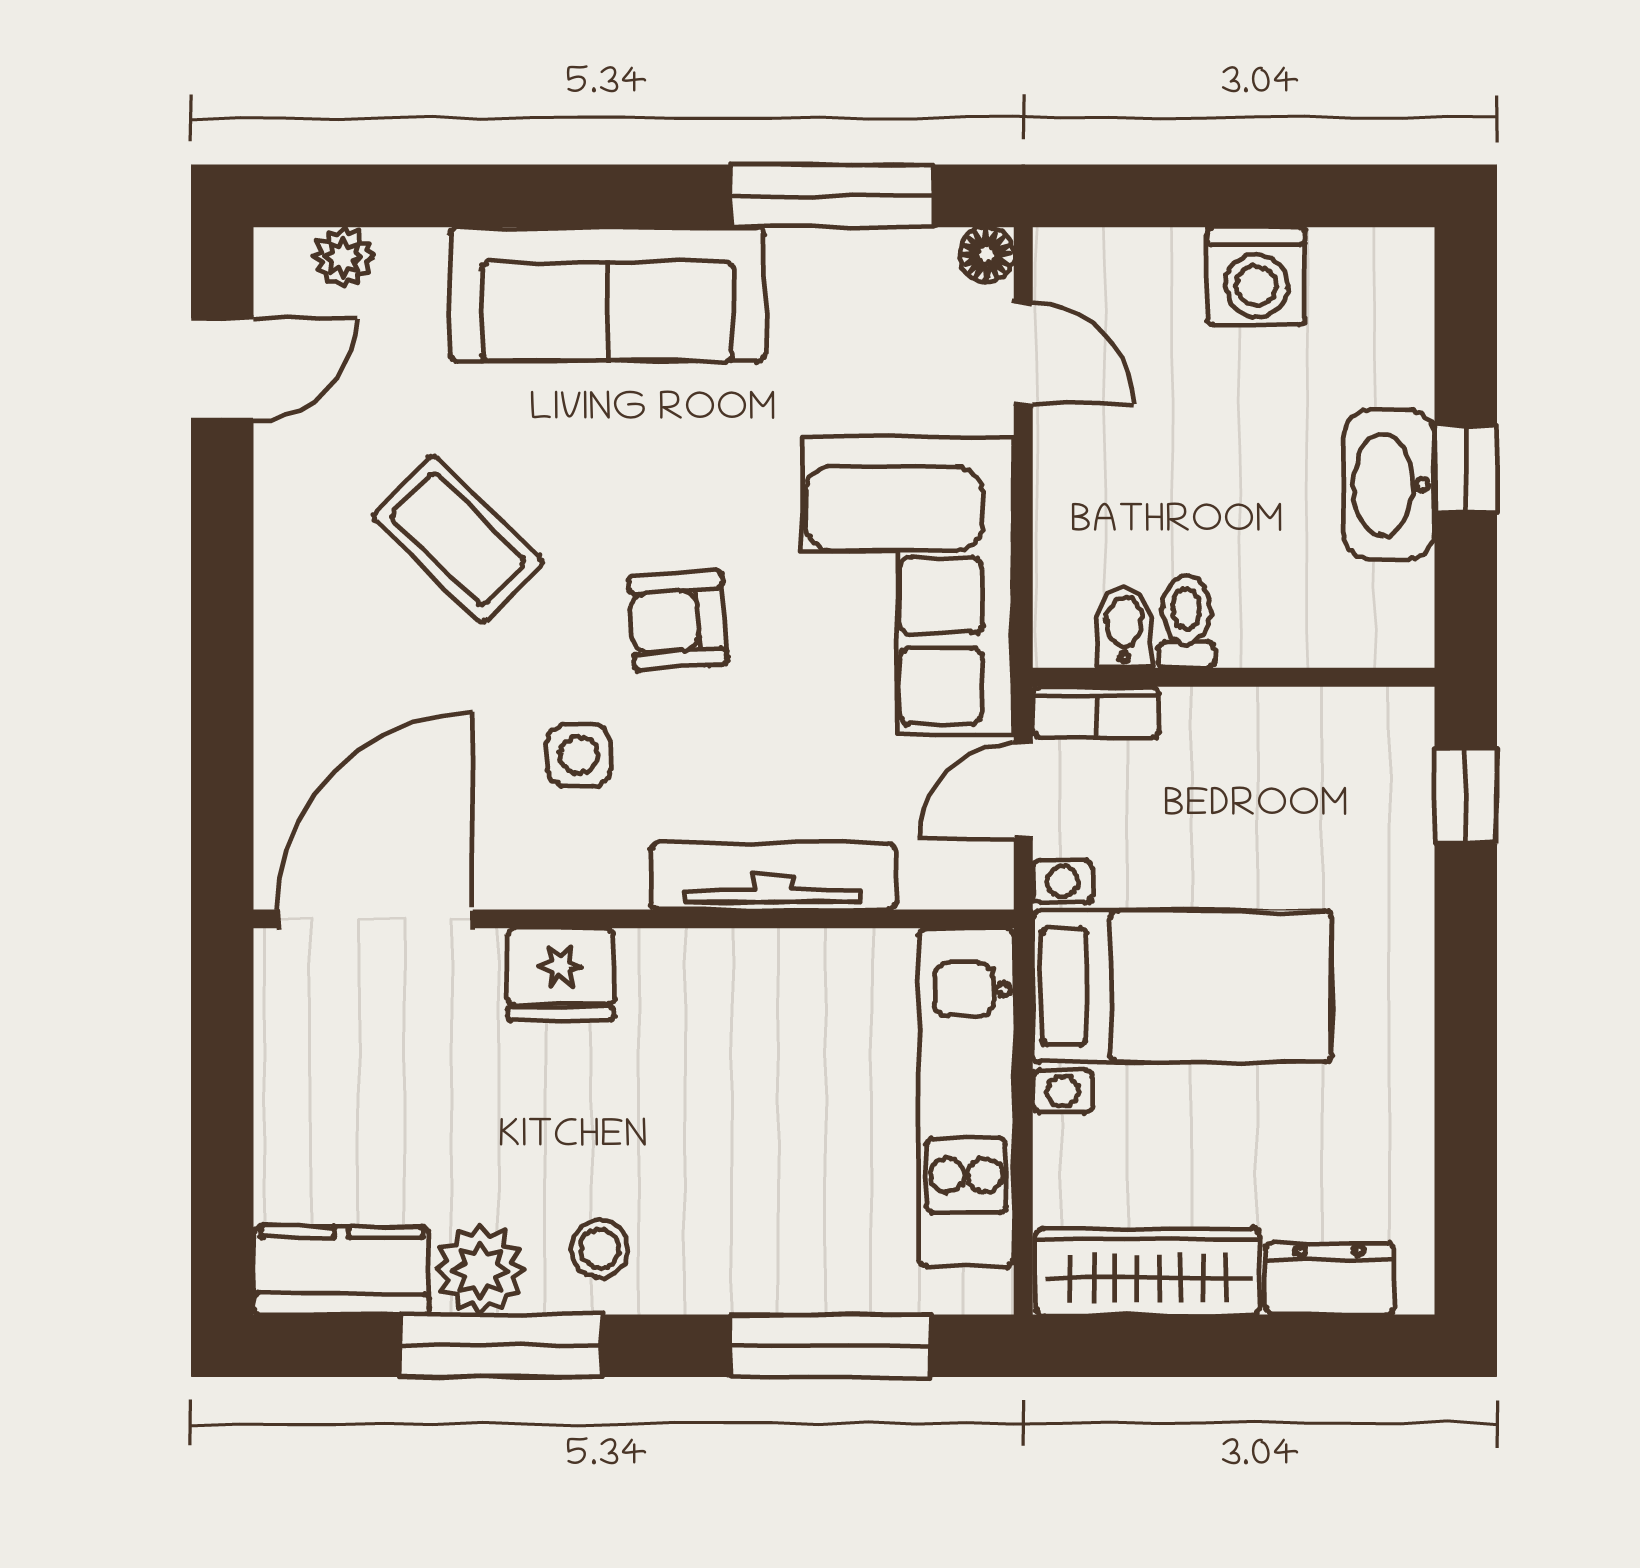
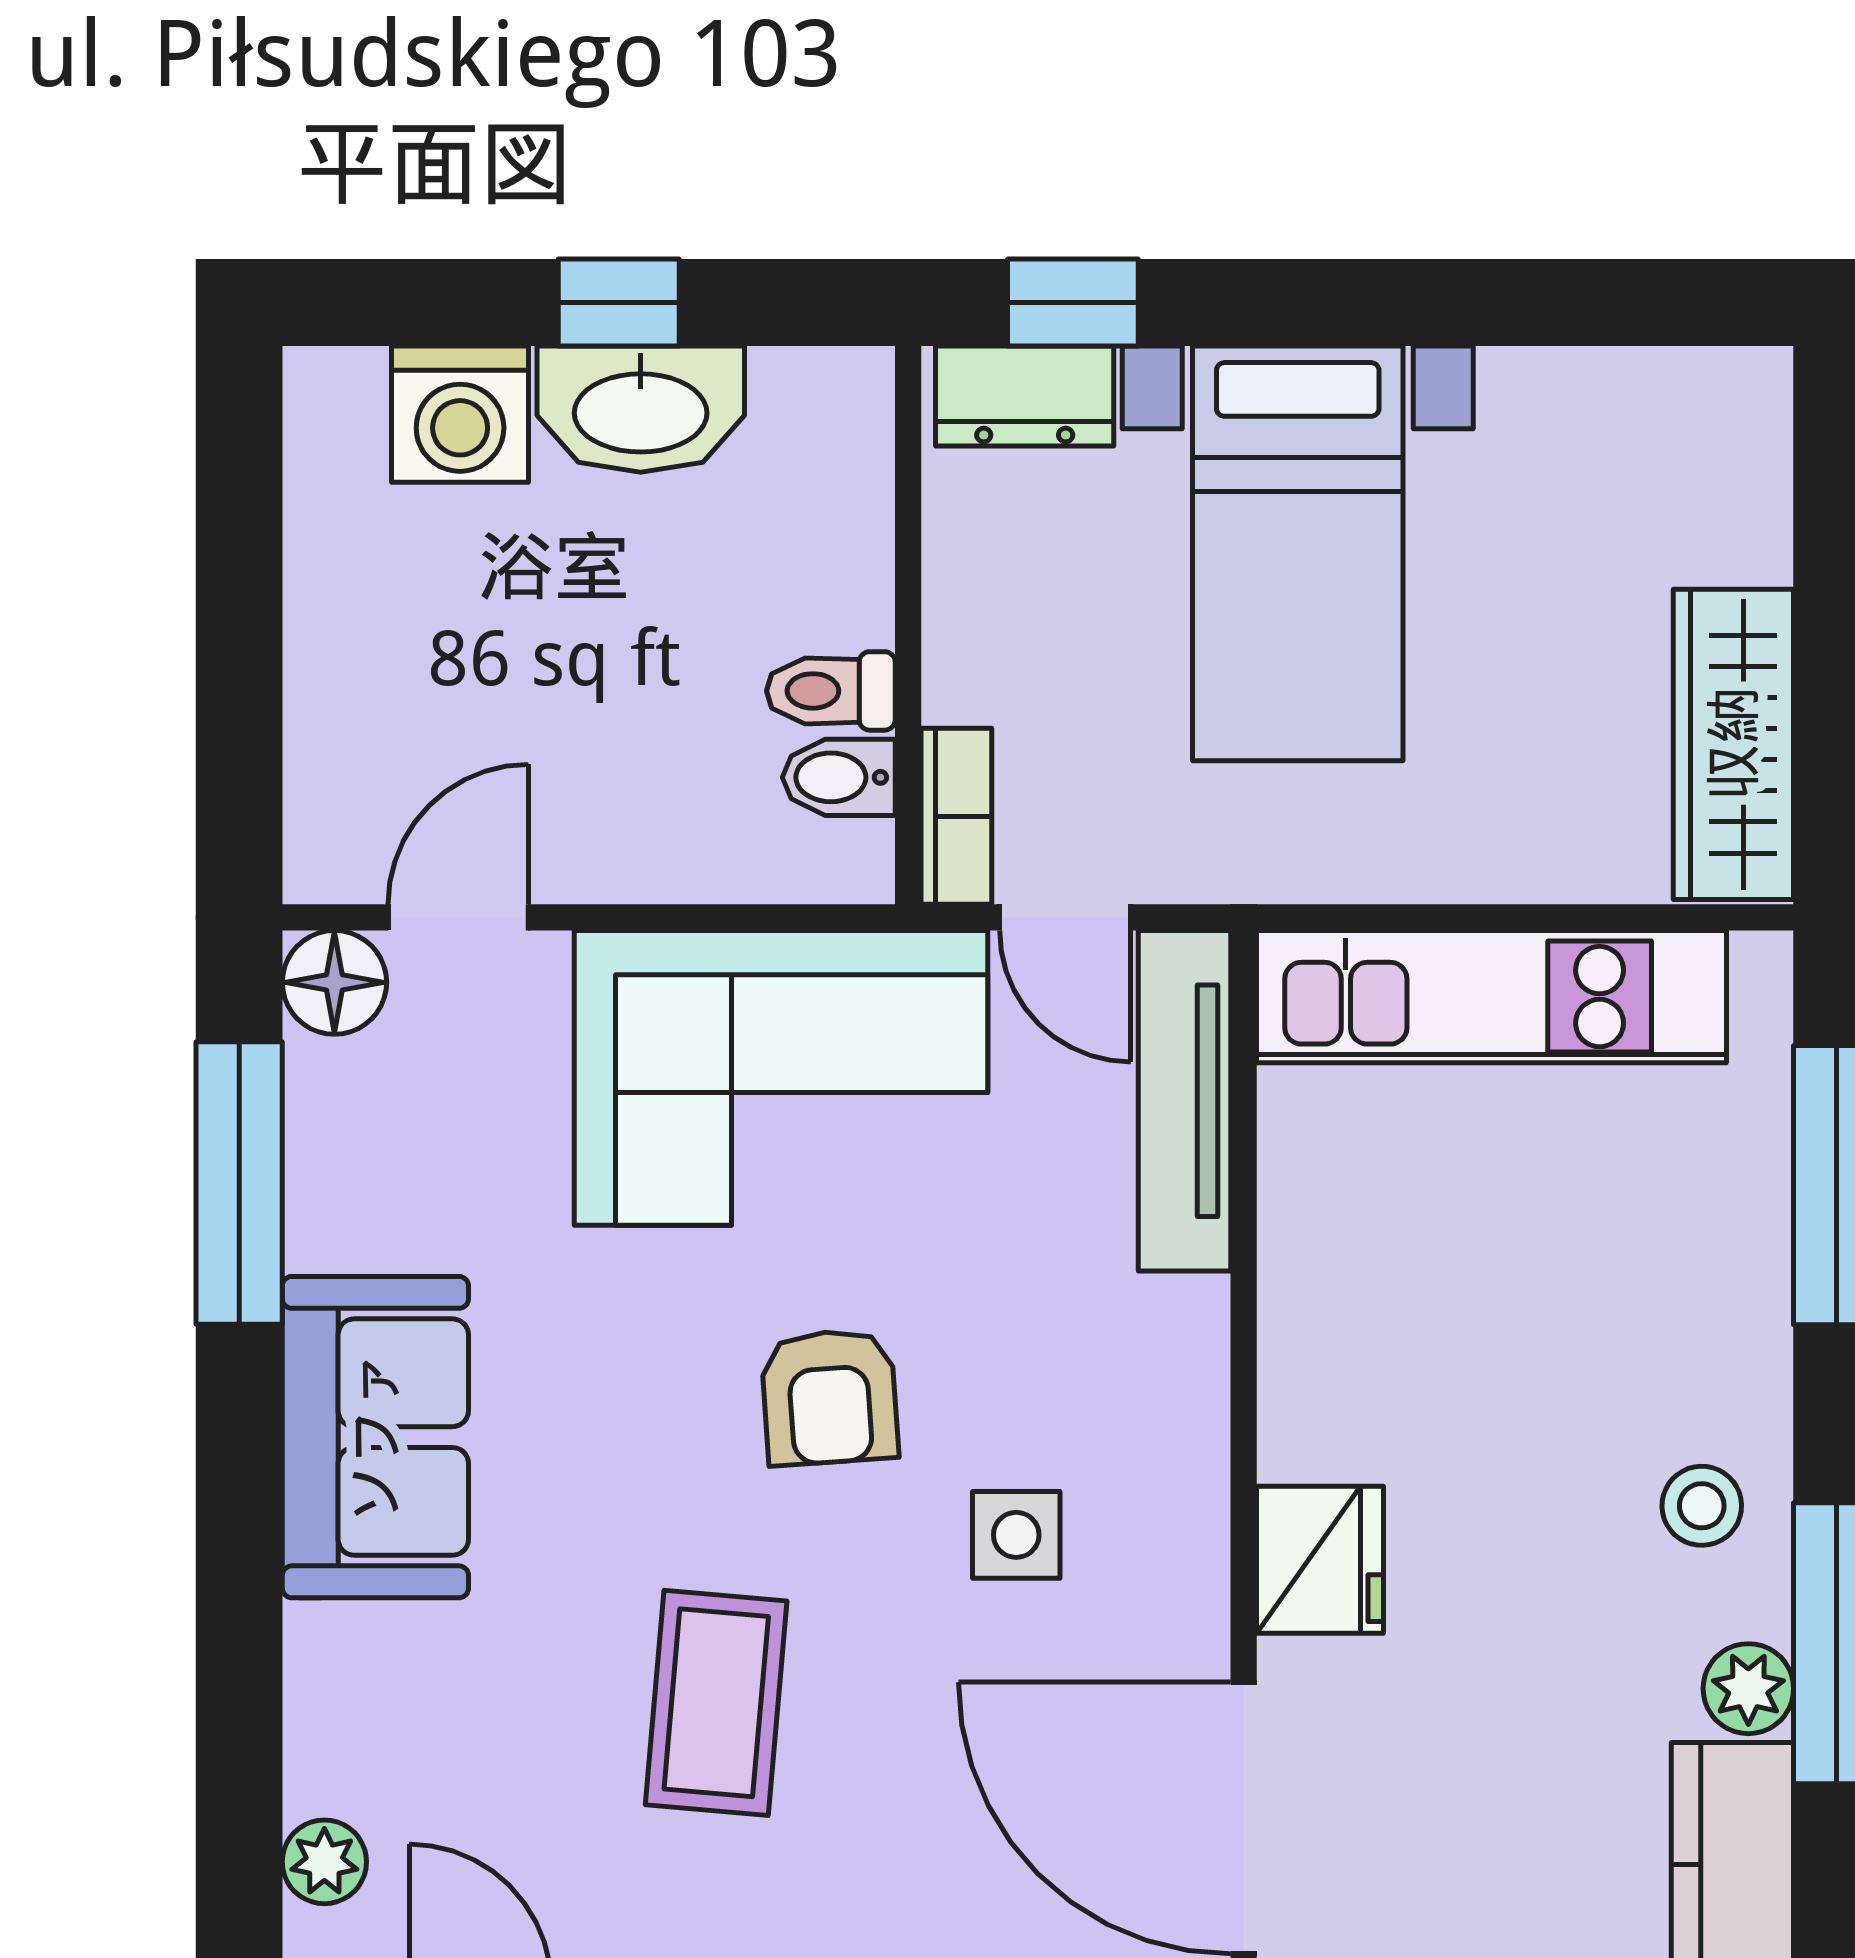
floor lamp: (987, 254) -> (334, 982), width x1.37, depth x1.37
washing machine: (1256, 276) -> (460, 414), moved, turned 90
sofa: (607, 294) -> (375, 1437), width x0.73
coffee table: (458, 539) -> (716, 1703), turned -39
tv unit: (773, 876) -> (1184, 1101), moved
bed with nightstands: (1182, 986) -> (1298, 553), moved, turned 180
plant: (480, 1270) -> (1748, 1689), width x0.73, depth x0.73
dresser: (1330, 1279) -> (1025, 396), moved, turned -90

